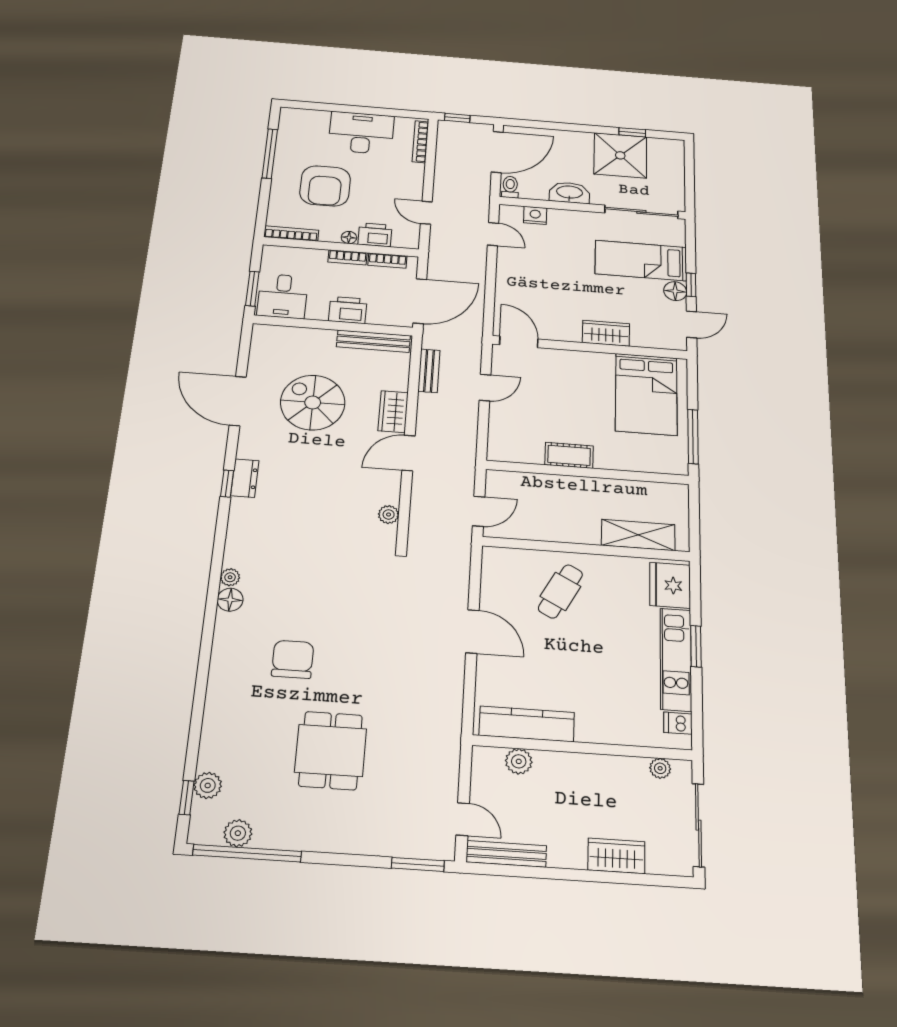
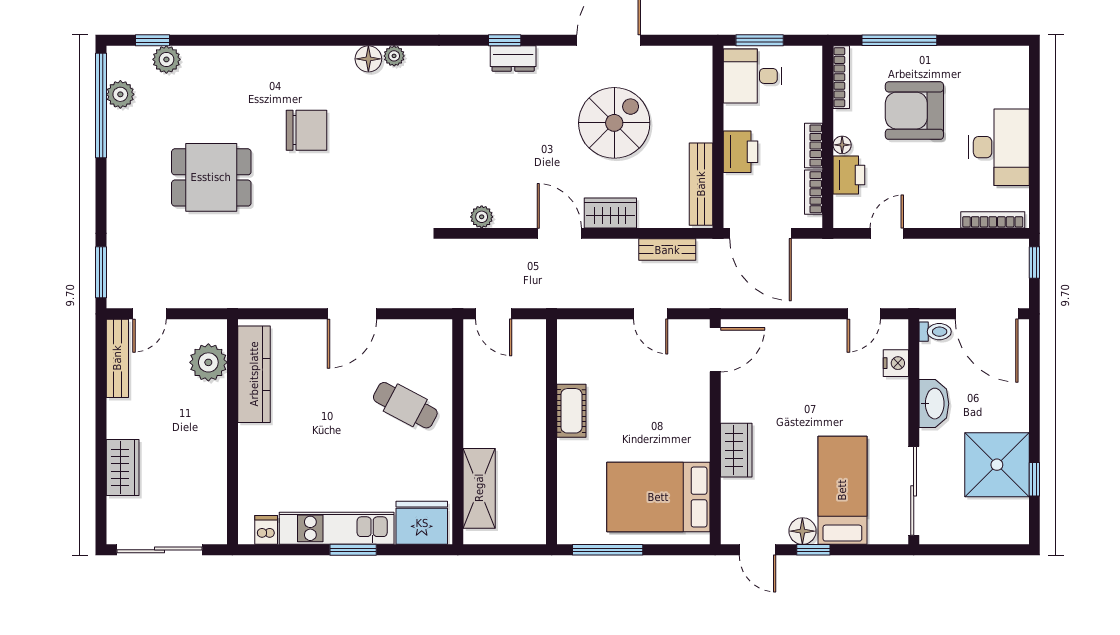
window: (270, 154) -> (899, 40), moved
plant: (519, 761) -> (208, 362), width x1.36, depth x1.36
plant: (660, 768) -> (216, 511), removed

